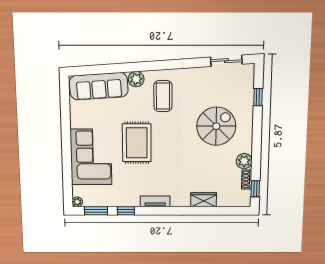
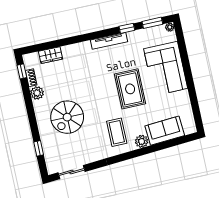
sofa: (99, 86) -> (165, 131), width x0.73
wardrobe: (204, 200) -> (51, 55), moved
tv unit: (155, 201) -> (109, 41), width x1.41

